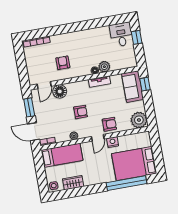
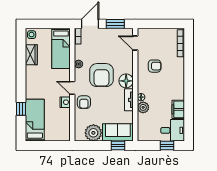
filing cabinet: (100, 33) -> (178, 109), added
floor lamp: (60, 91) -> (126, 81), moved
armchair: (81, 112) -> (101, 75), width x1.88, depth x1.88
plant: (139, 120) -> (93, 133), moved
bed: (134, 164) -> (35, 120), width x0.67
window: (127, 183) -> (21, 109), width x0.32

